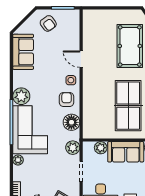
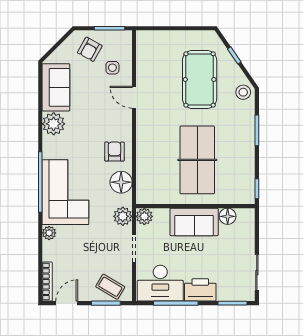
armchair: (48, 23) -> (90, 49), turned 65
side table: (71, 80) -> (112, 68), moved
plant: (21, 96) -> (54, 124), moved
plant: (101, 148) -> (144, 216), moved

